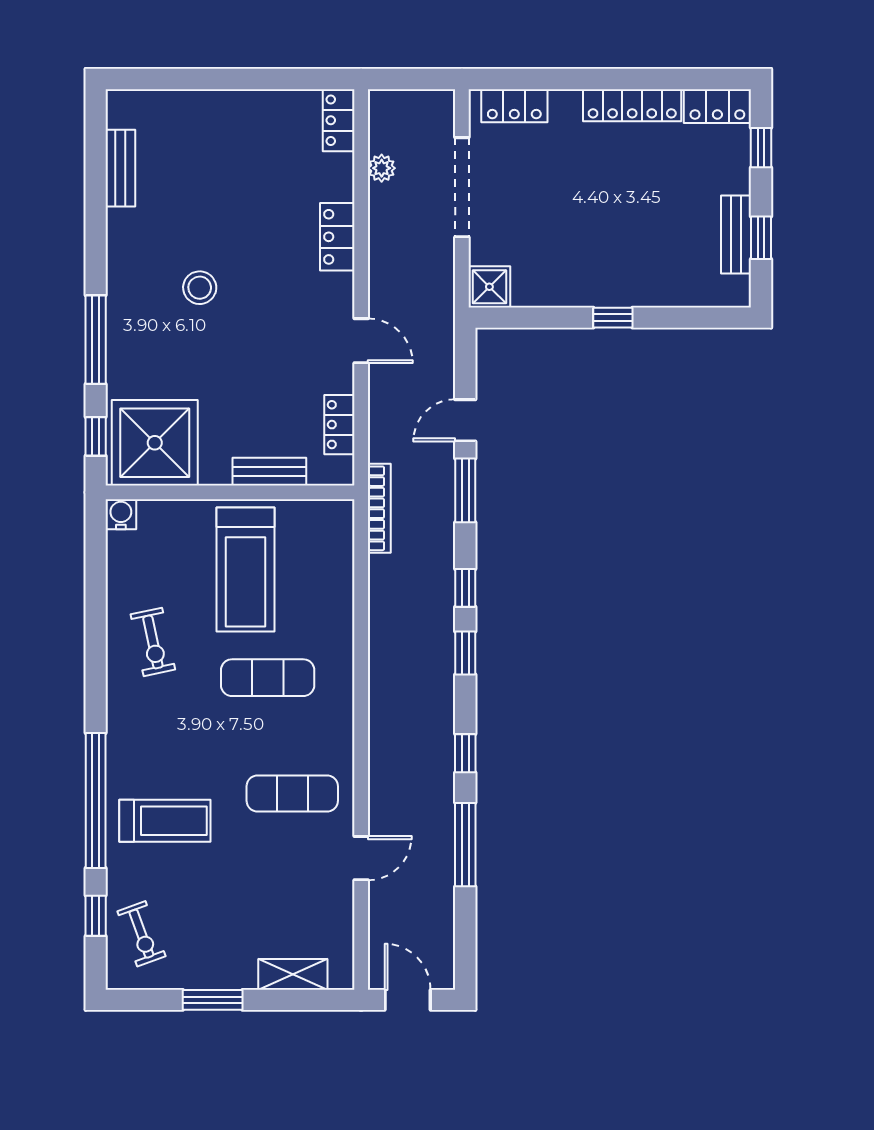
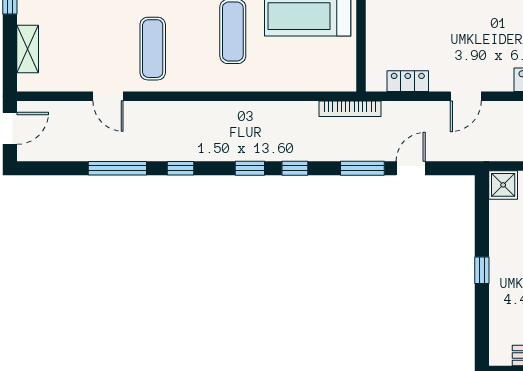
door: (465, 420) -> (411, 168), hinge flipped
bench: (269, 472) -> (375, 33), removed

